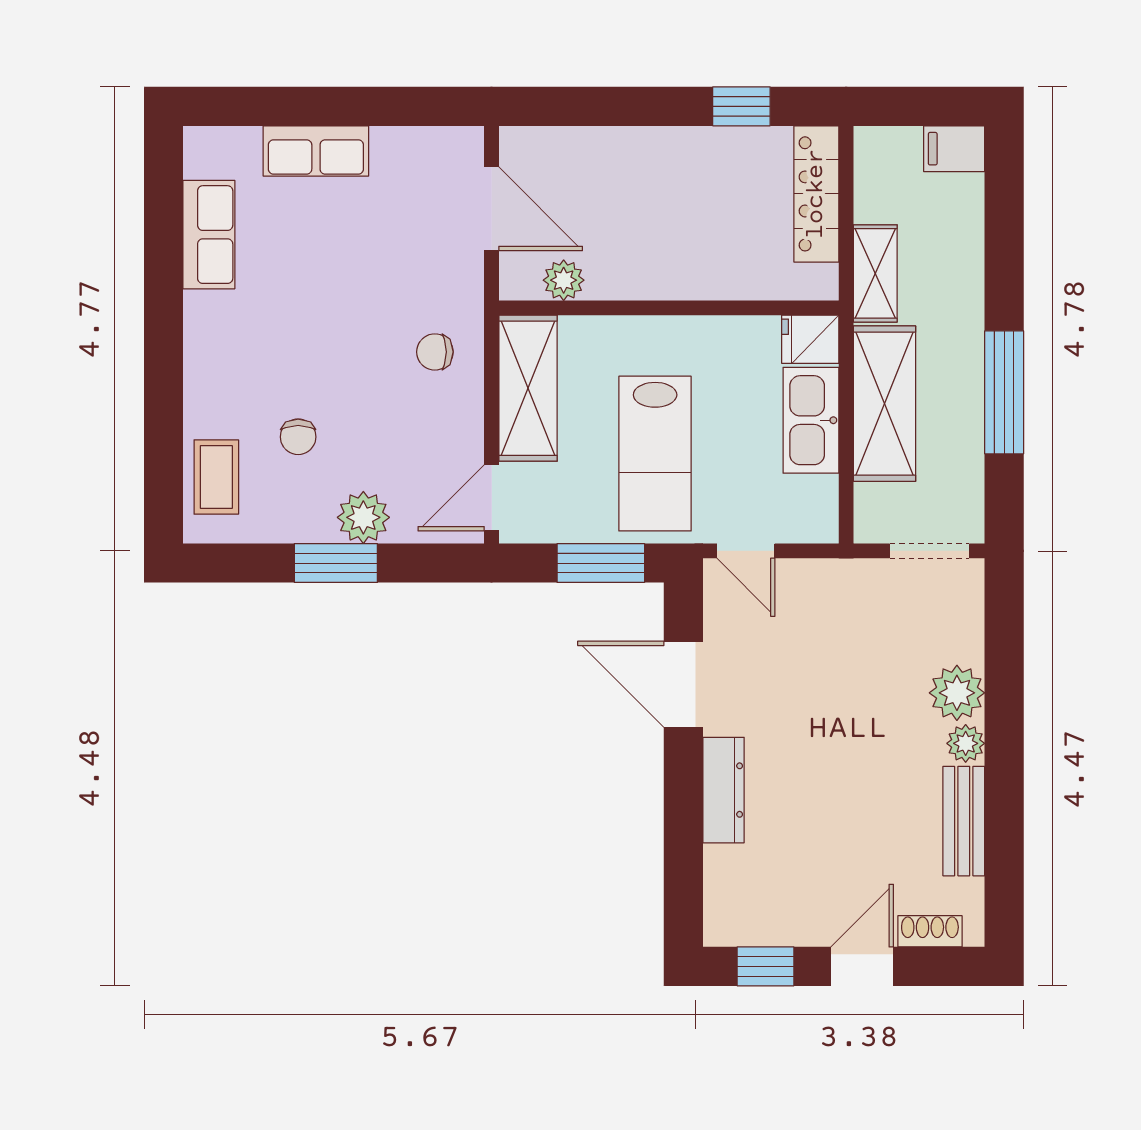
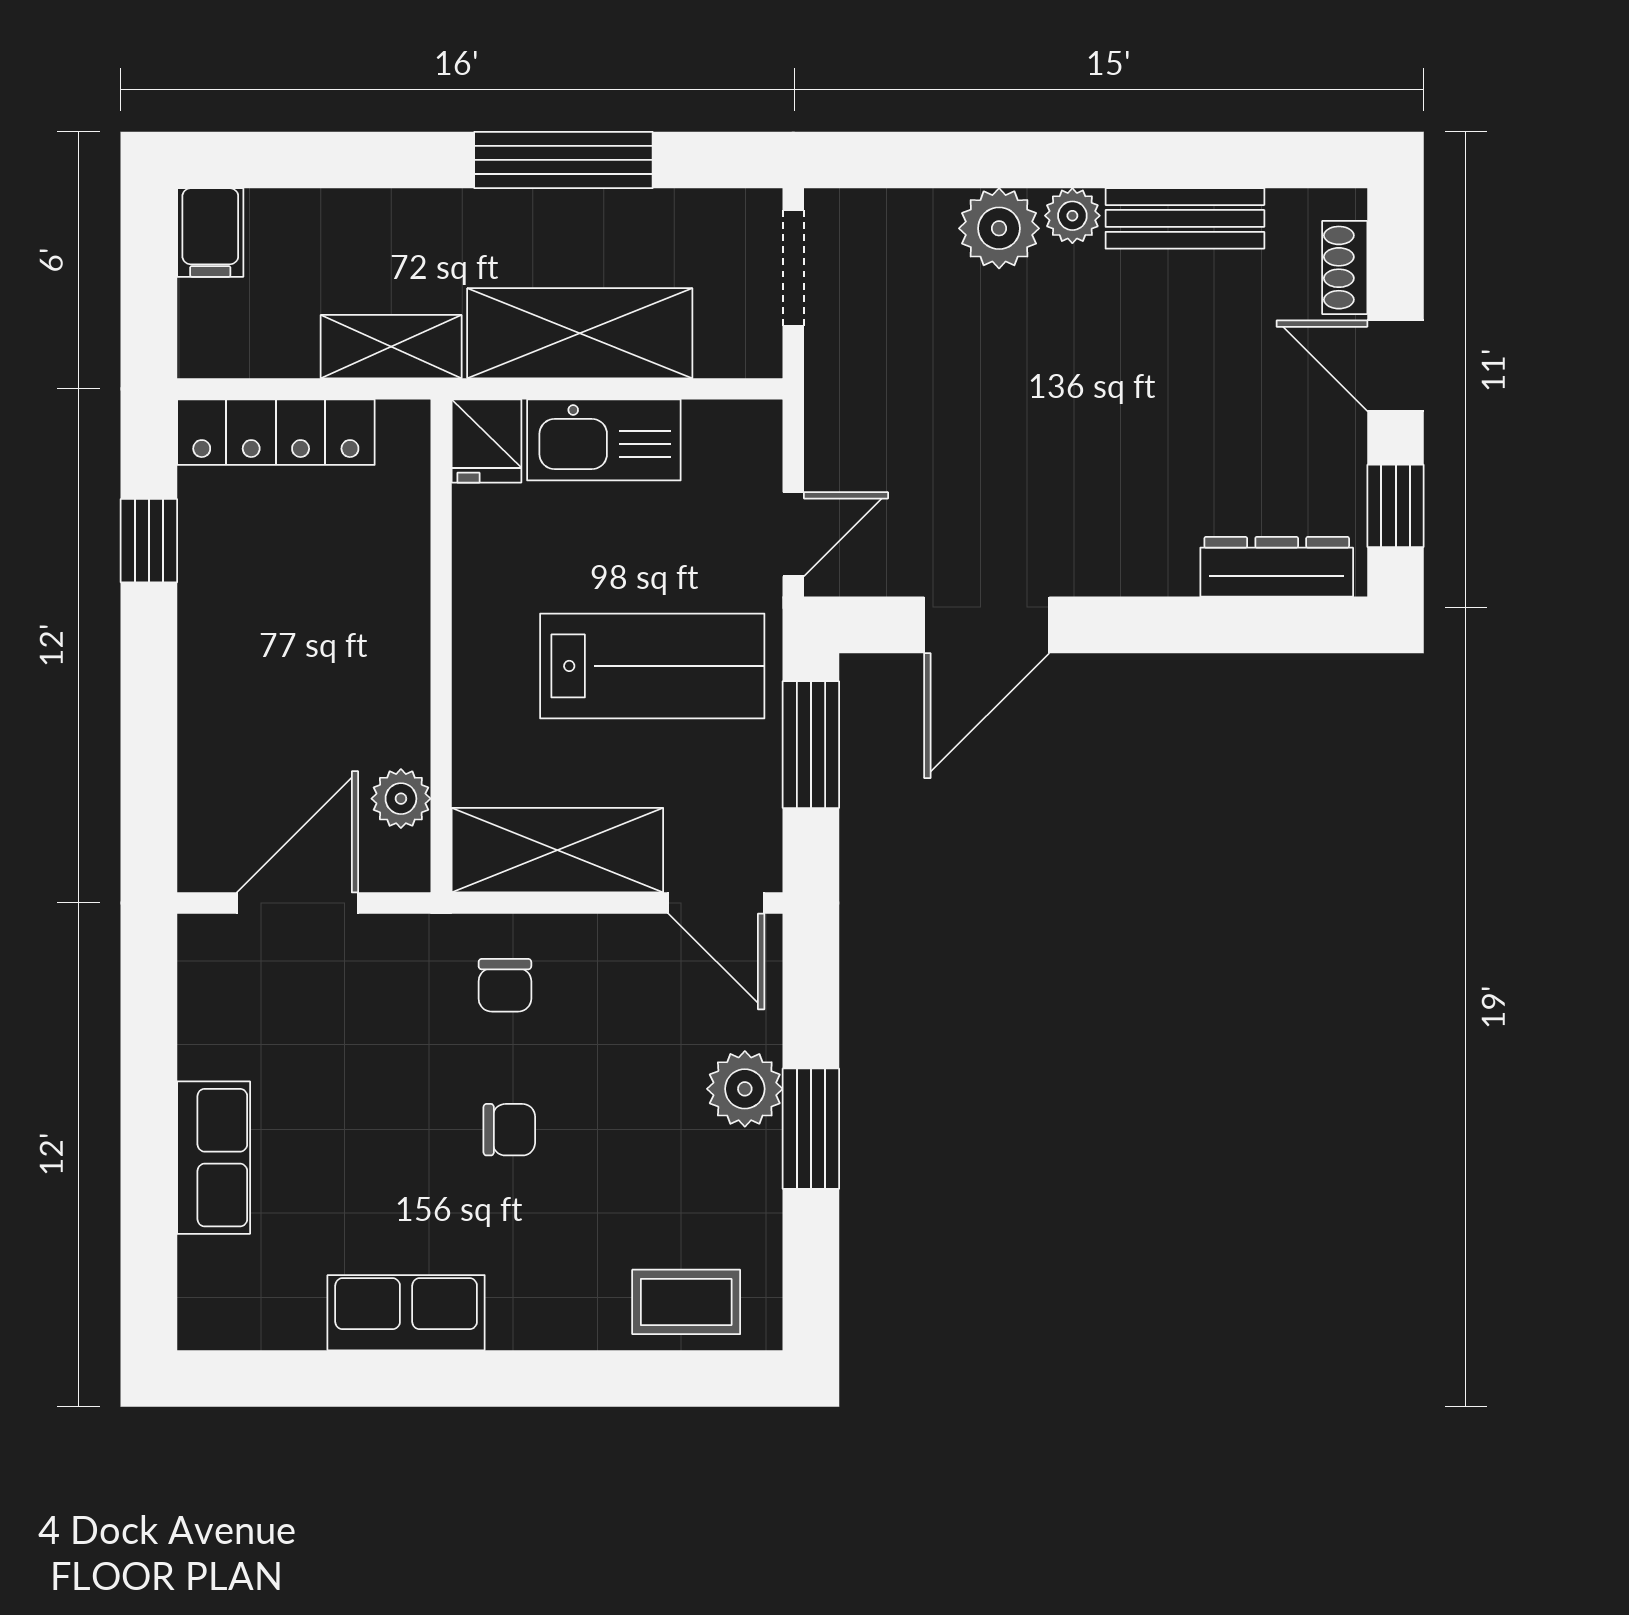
row of seats: (209, 235) -> (406, 1313), moved
chair: (298, 437) -> (509, 1130), moved
dresser: (723, 790) -> (1277, 567), moved

